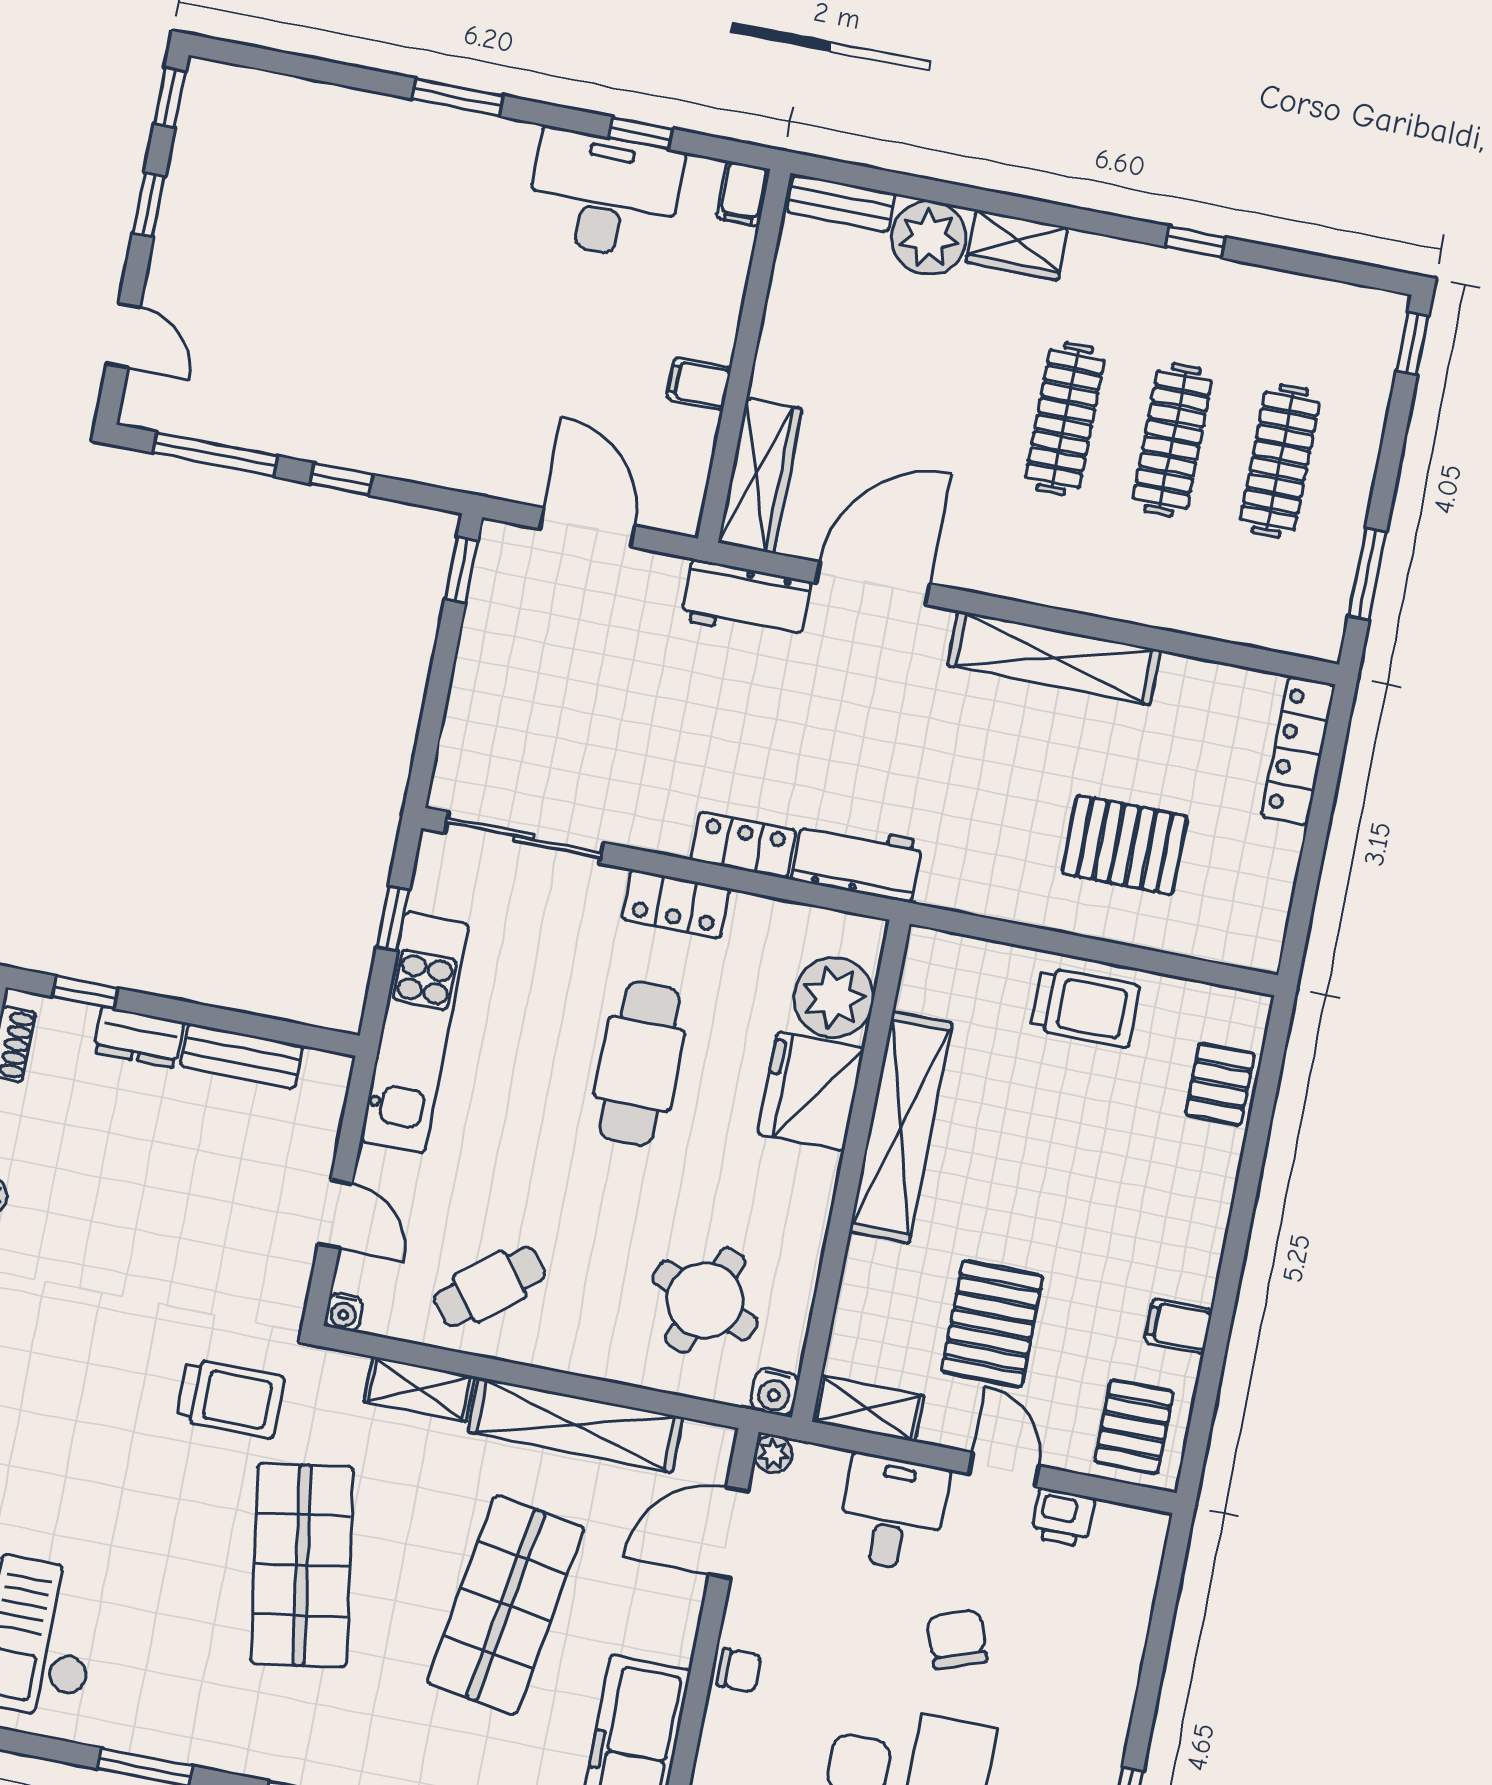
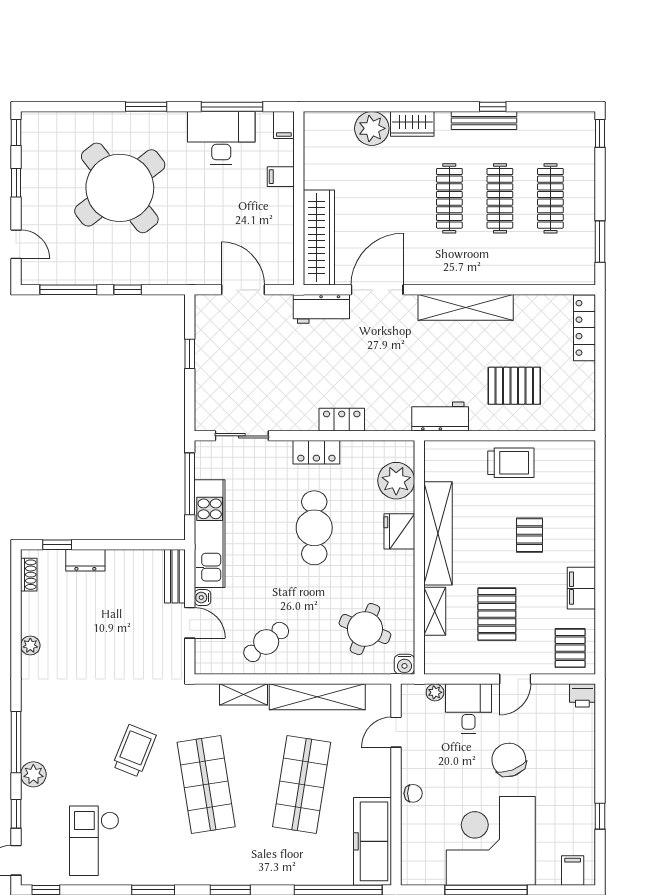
window: (640, 133) -> (232, 107), width x2.17
bench: (841, 203) -> (484, 121), moved, width x1.36
round table: (367, 259) -> (120, 188), added
filing cabinet: (699, 384) -> (281, 177), moved
wardrobe: (760, 476) -> (319, 237), width x1.40, depth x1.17
window: (461, 570) -> (190, 354), moved
sliding door: (524, 838) -> (242, 436), width x0.73
workbench: (857, 860) -> (440, 417), moved
window: (393, 918) -> (190, 484), width x2.17
bench: (242, 1056) -> (175, 576), moved, turned 90
pallet: (1220, 1084) -> (530, 535), moved
fridge: (811, 1091) -> (399, 531), width x0.73, depth x0.75
water cooler: (344, 1312) -> (203, 598), moved, turned 90
filing cabinet: (1179, 1326) -> (581, 588), width x2.00
trolley: (230, 1399) -> (134, 751), moved, turned -68
shelving: (868, 1409) -> (435, 611), moved, turned 90
plant: (773, 1454) -> (435, 692), moved
door: (1004, 1470) -> (515, 679), swing flipped
printer: (1063, 1517) -> (582, 695), moved
door: (728, 1533) -> (396, 732), width x0.73
chair: (957, 1639) -> (509, 760), width x1.37, depth x1.37

